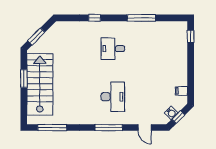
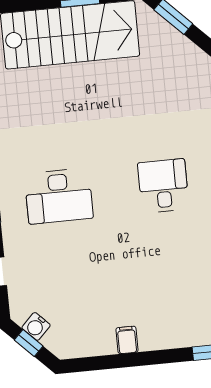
filing cabinet: (181, 91) -> (127, 340), moved

